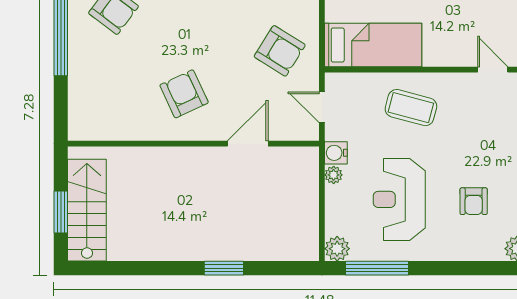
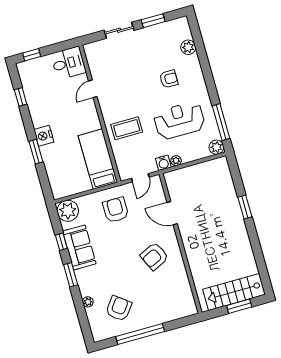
armchair: (280, 51) -> (116, 210), turned -32
coffee table: (411, 108) -> (127, 128), turned 75
reception desk: (399, 199) -> (179, 120), turned 180

